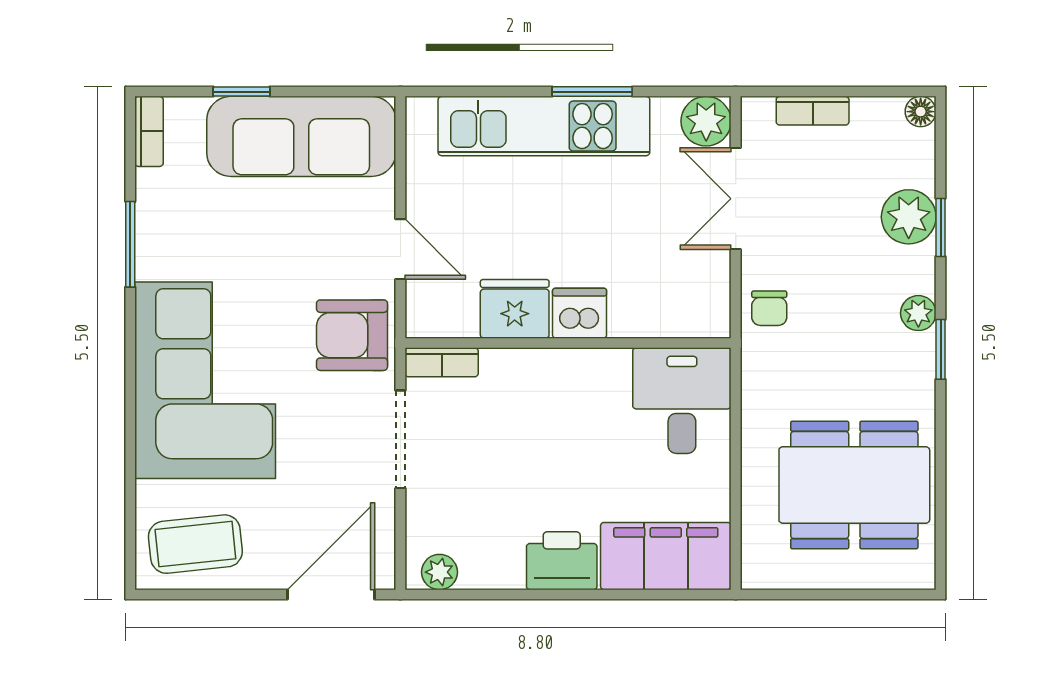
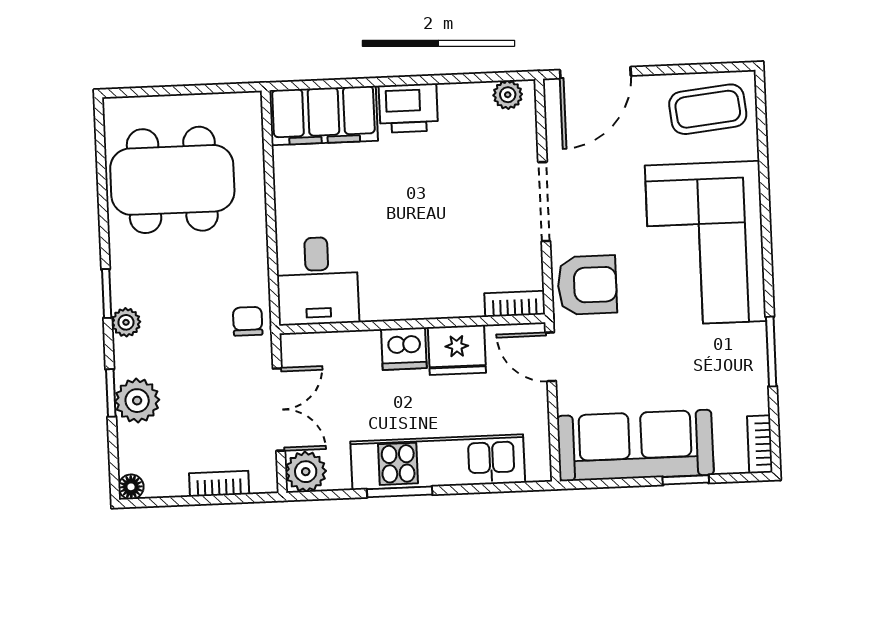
fridge: (515, 309) -> (457, 350), moved
dishwasher: (580, 313) -> (404, 349), moved
wall: (568, 343) -> (412, 324), moved
bookcase: (442, 362) -> (515, 304), moved
desk: (682, 401) -> (317, 281), moved

